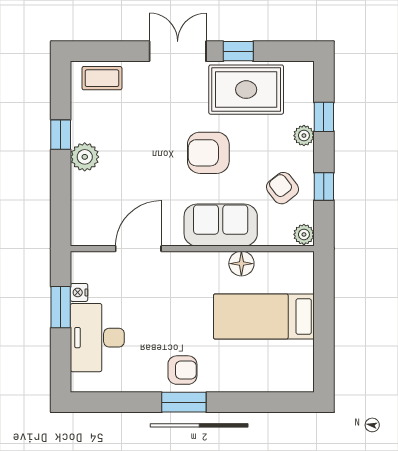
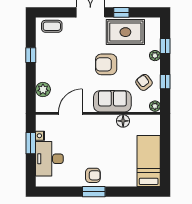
plant: (85, 157) -> (43, 89), moved
bed: (264, 316) -> (149, 161), moved, turned 90

